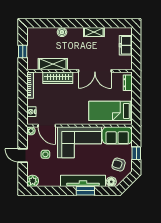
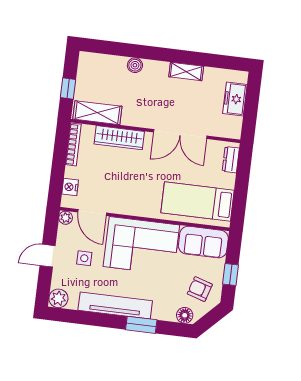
shelving: (53, 64) -> (97, 113), moved
door: (23, 155) -> (47, 256), hinge flipped
tv unit: (83, 181) -> (115, 305), moved

